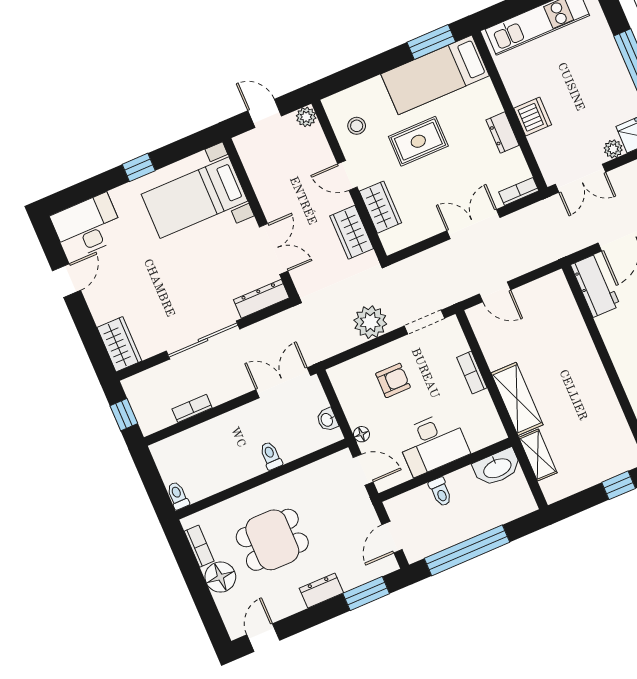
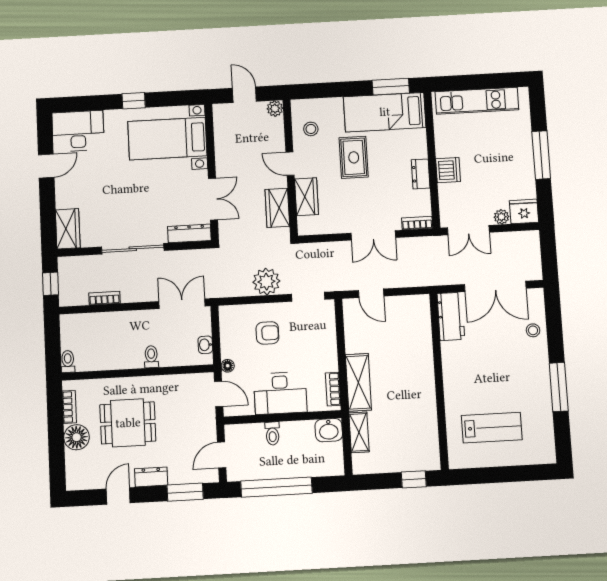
rug: (418, 141) -> (354, 157), turned 90
double door: (473, 224) -> (373, 235), swing flipped
bookcase: (472, 373) -> (333, 389), moved
washbasin: (497, 467) -> (329, 430), width x0.72
door: (263, 638) -> (118, 496), moved

